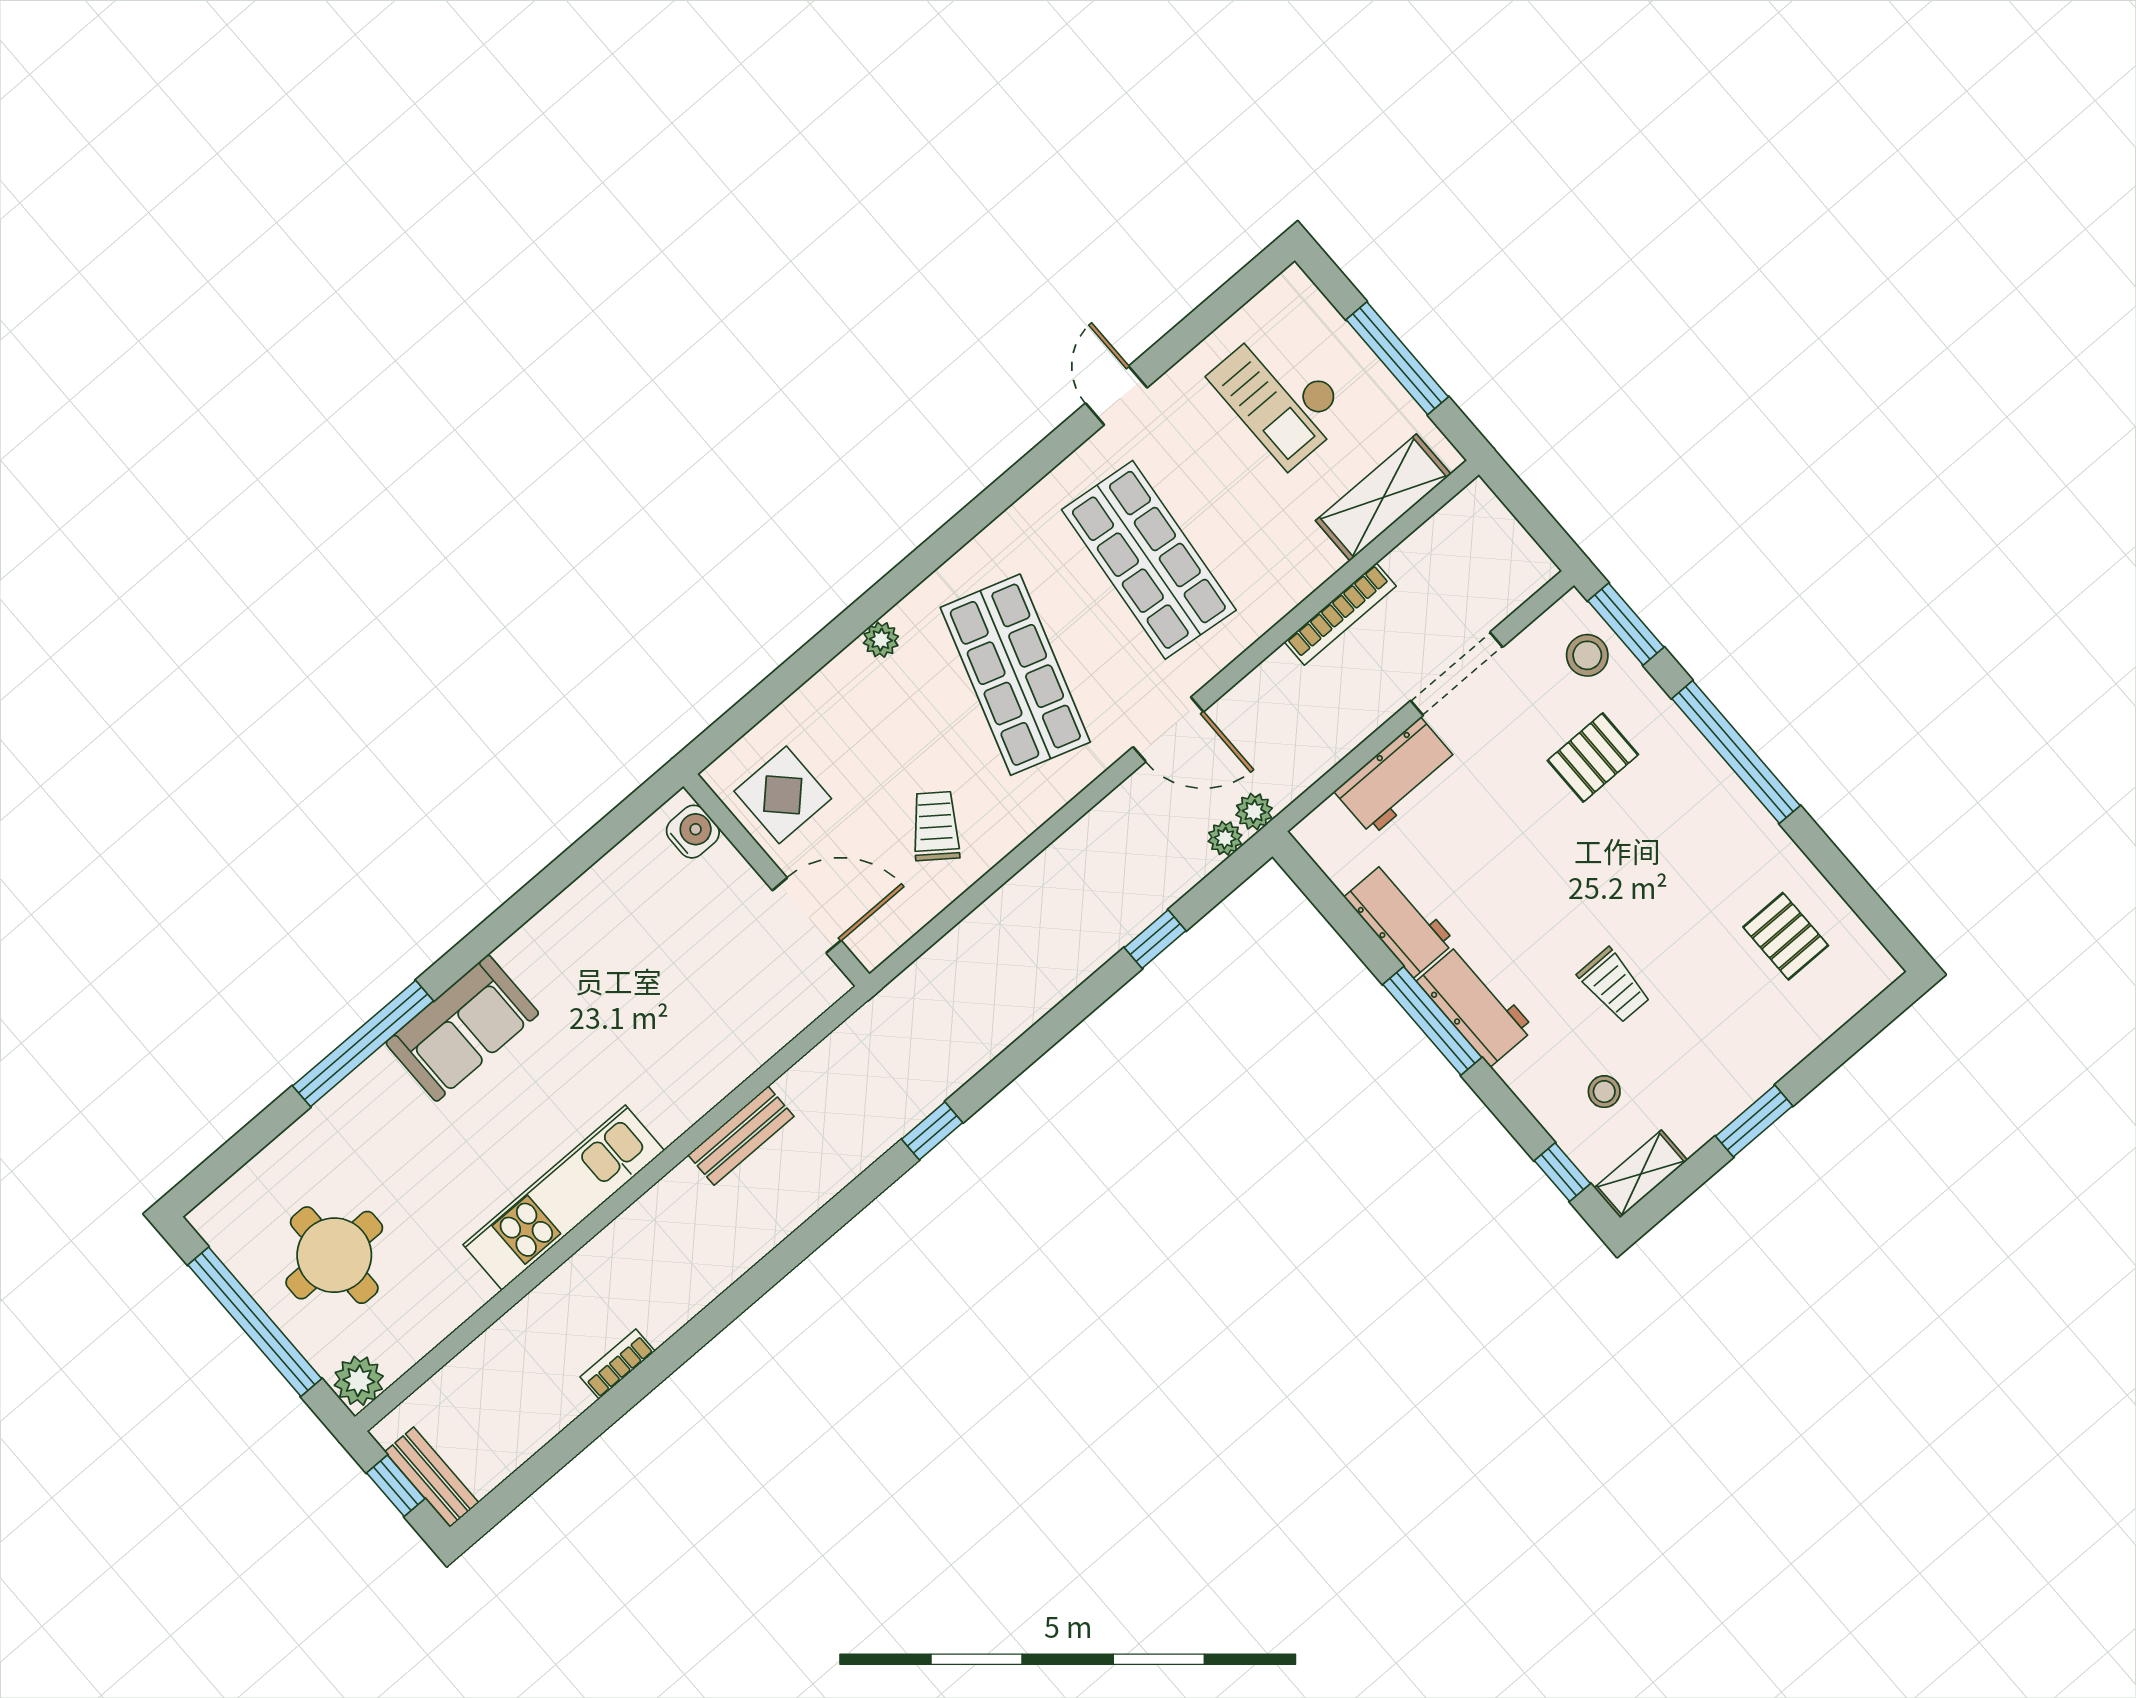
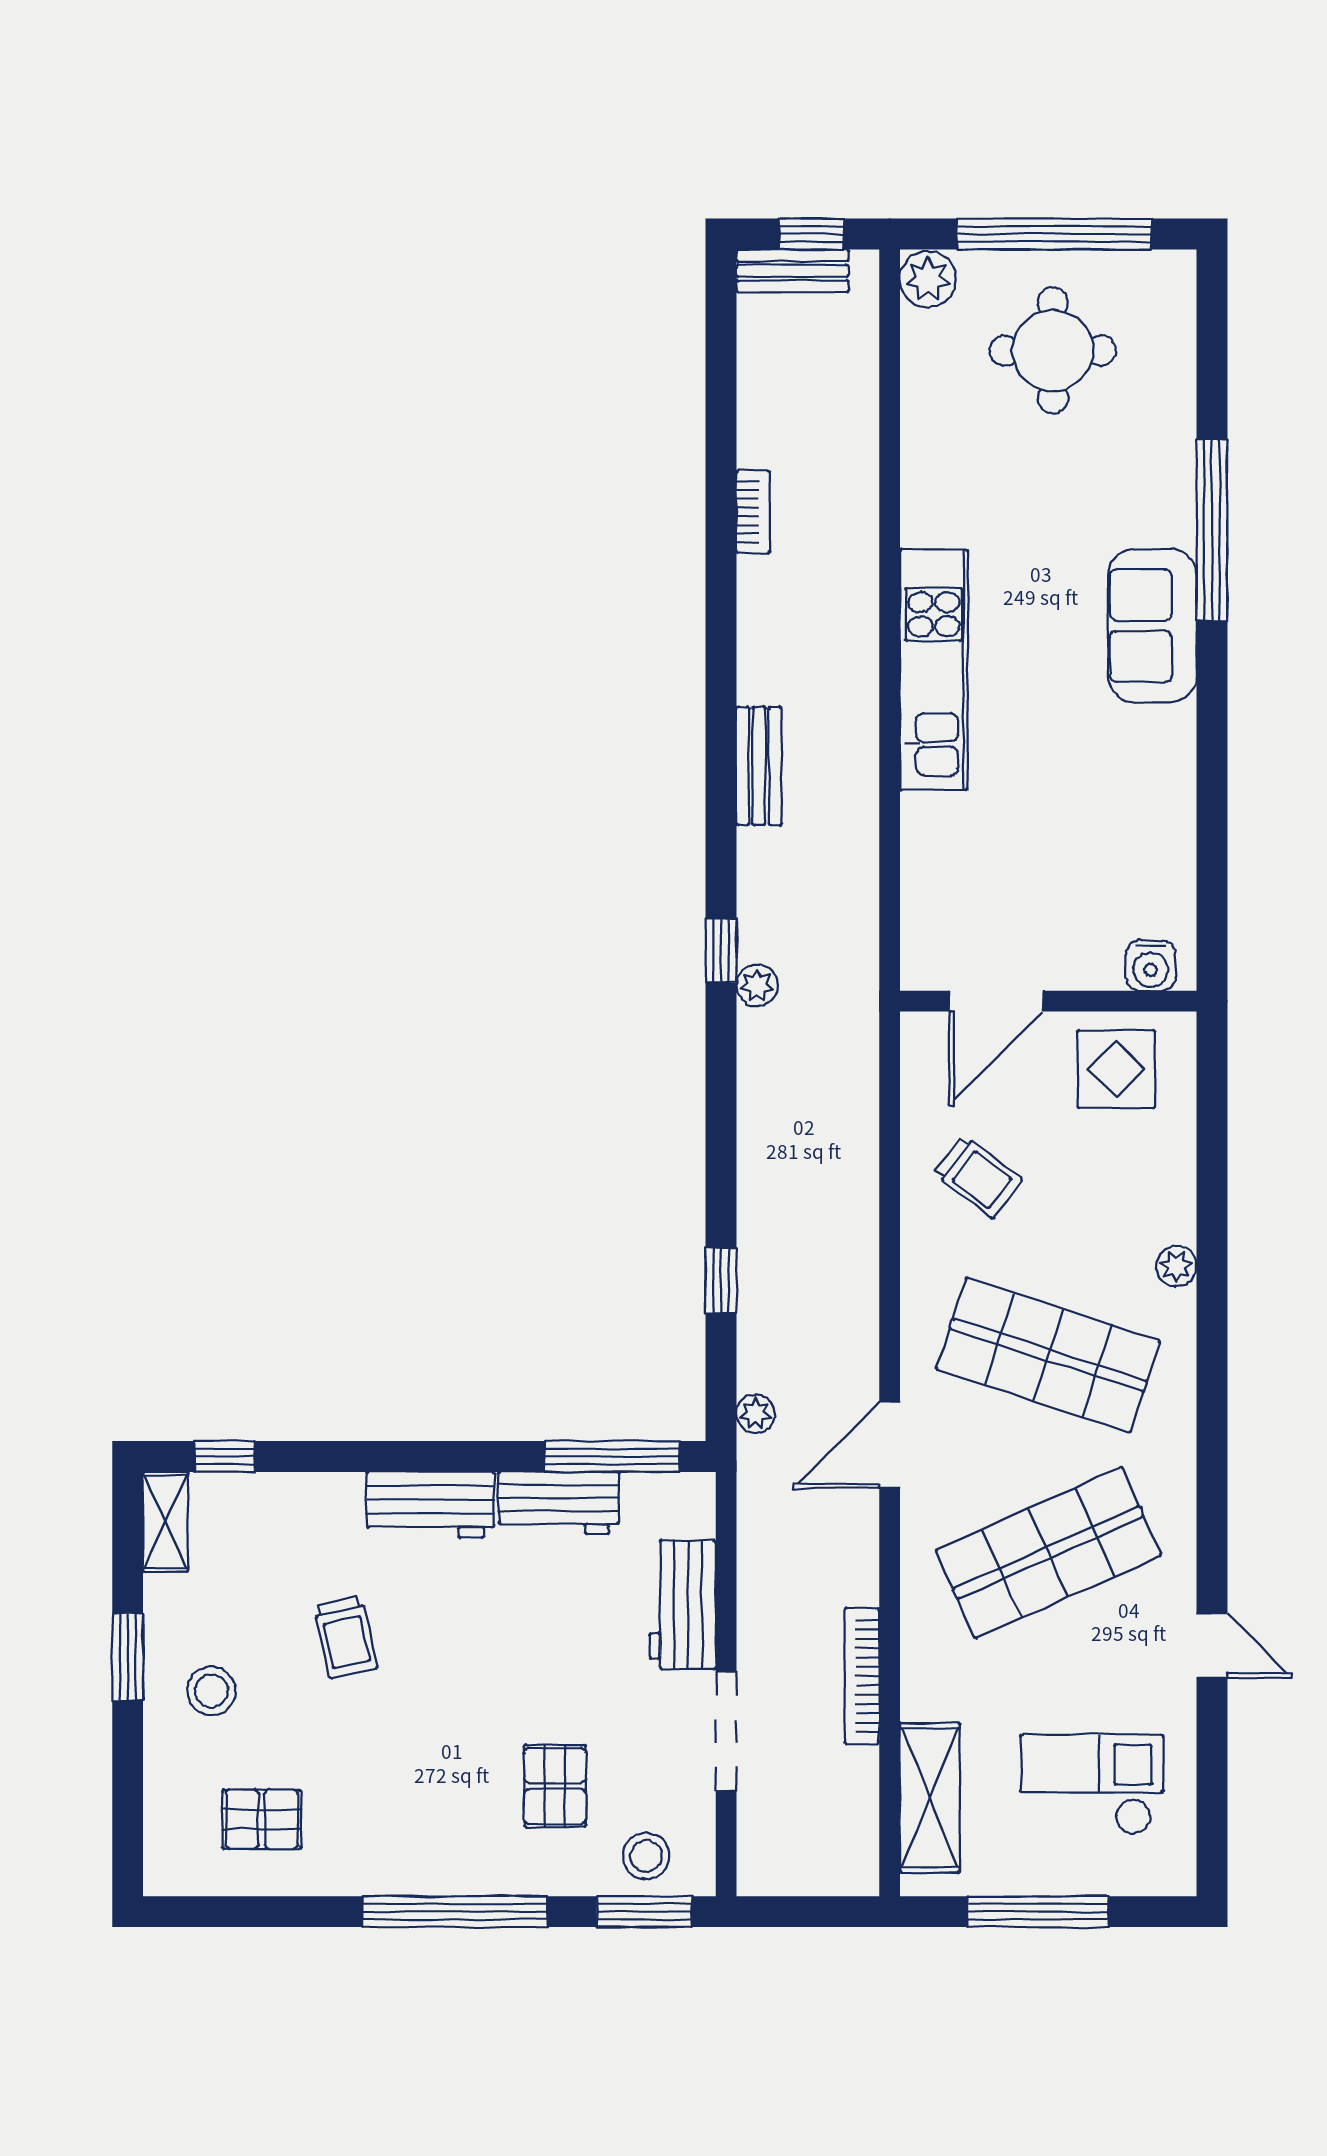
shop shelf: (1149, 560) -> (1048, 1553), turned -30
plant: (1254, 812) -> (757, 986), moved
trolley: (1614, 985) -> (346, 1637), turned -103
window: (1432, 1021) -> (612, 1456), moved
stool: (1604, 1092) -> (212, 1691), moved, width x1.37, depth x1.37
bench: (741, 1136) -> (759, 766), moved
kitchen unit: (564, 1198) -> (934, 670), moved

